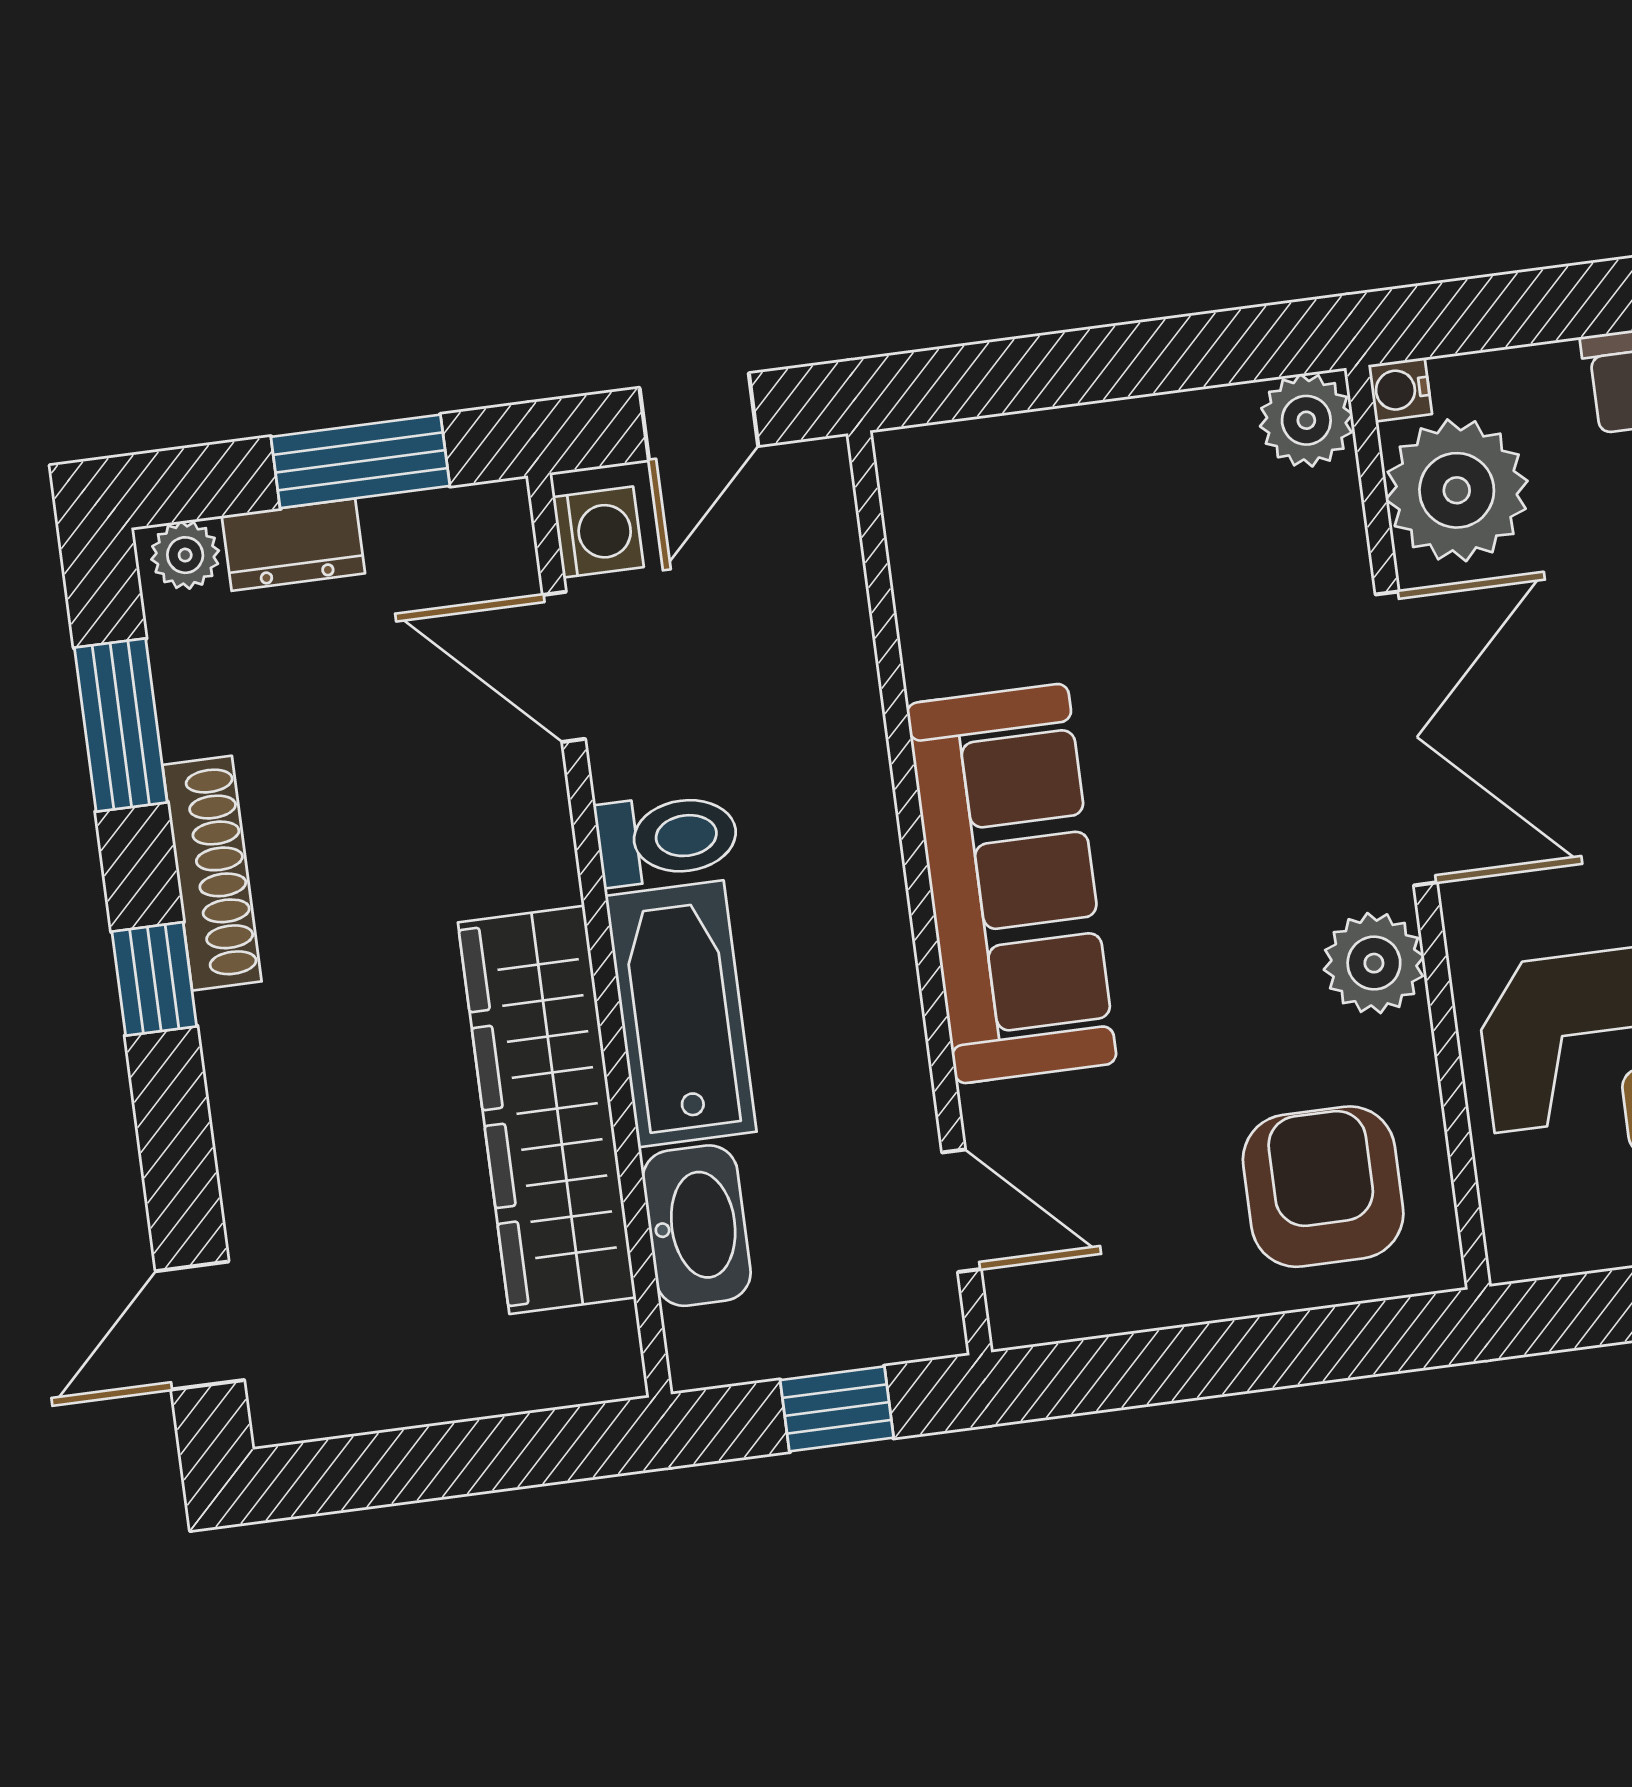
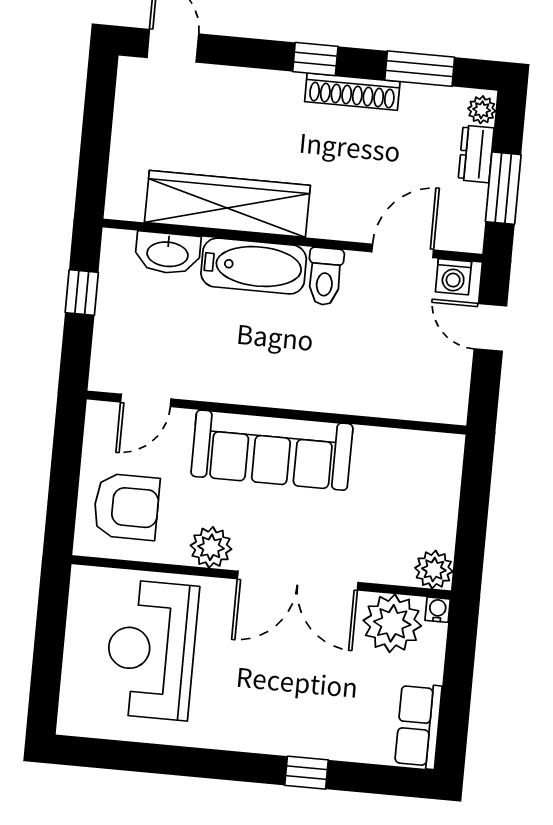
sofa: (1012, 884) -> (272, 450), moved
wall: (920, 893) -> (276, 413), moved
door: (962, 1211) -> (146, 400), moved

